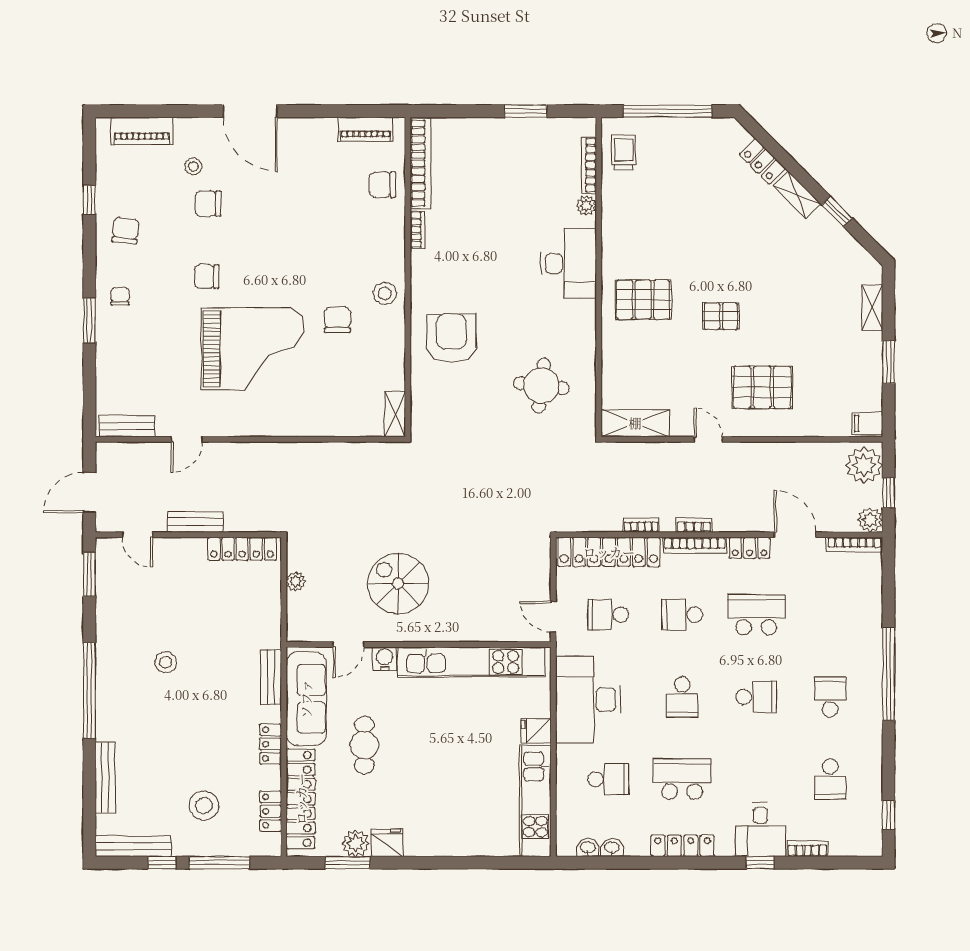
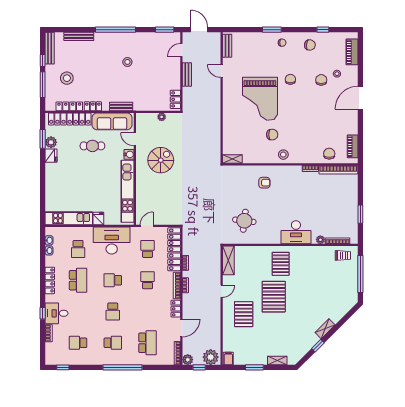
locker: (762, 161) -> (339, 314), removed
pallet: (721, 316) -> (274, 297), width x2.05, depth x2.00
armchair: (451, 338) -> (264, 183), width x0.53, depth x0.53
locker: (242, 549) -> (175, 99), width x0.66
school desk: (756, 615) -> (148, 343), moved
locker: (271, 811) -> (69, 106), width x1.53

